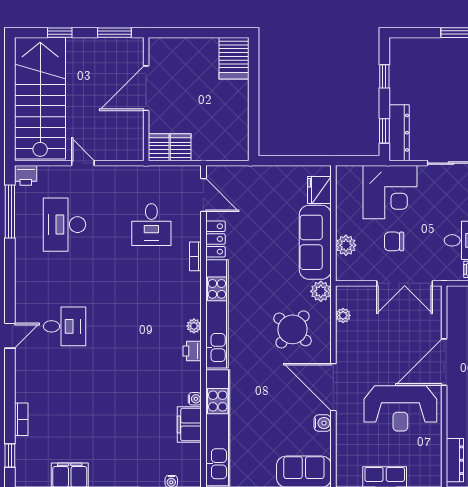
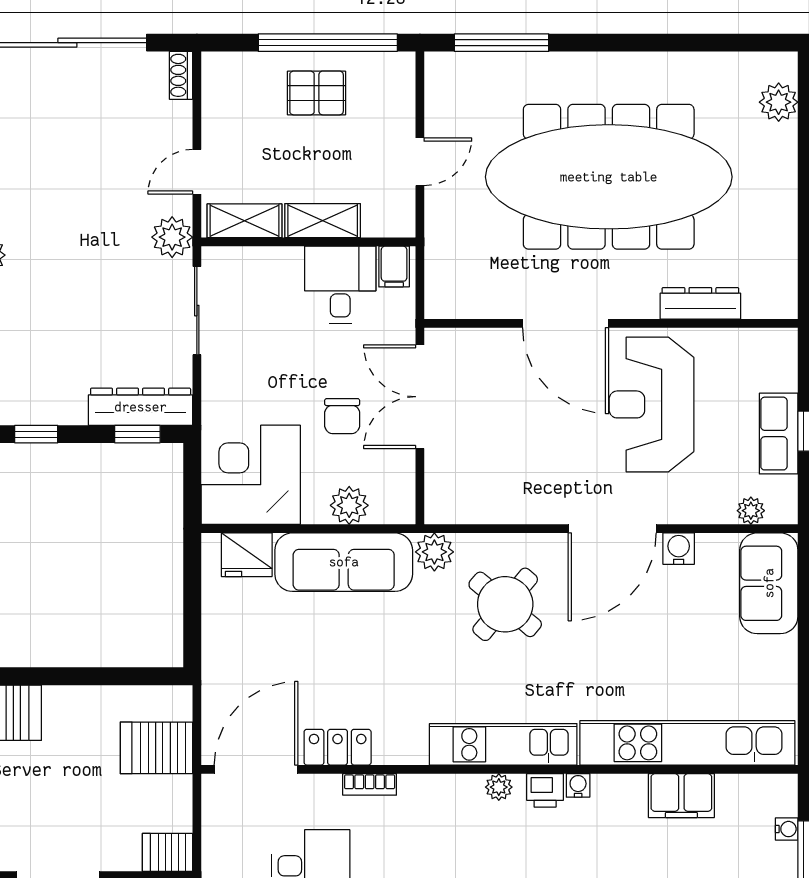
server rack: (181, 147) -> (156, 748), moved, width x1.36, depth x1.44
corner desk: (390, 192) -> (251, 475), moved, turned -90
door: (203, 195) -> (256, 769), width x1.36
double door: (405, 283) -> (420, 397), swing flipped
kitchen unit: (217, 314) -> (503, 744), width x0.73
plant: (343, 315) -> (751, 511), moved
water cooler: (195, 399) -> (578, 785), moved
reception desk: (400, 408) -> (651, 404), turned 180
dresser: (455, 460) -> (700, 303), moved

